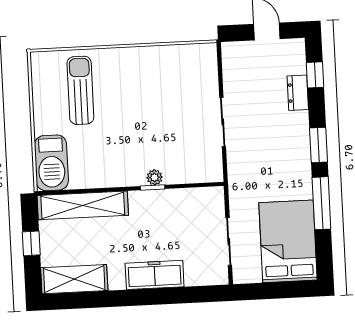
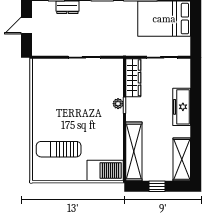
wardrobe: (195, 199) -> (133, 78), added

